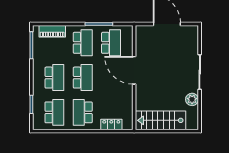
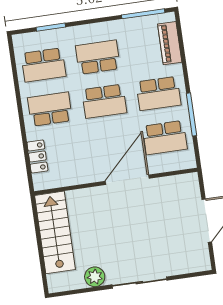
school desk: (54, 78) -> (98, 57), turned 180

